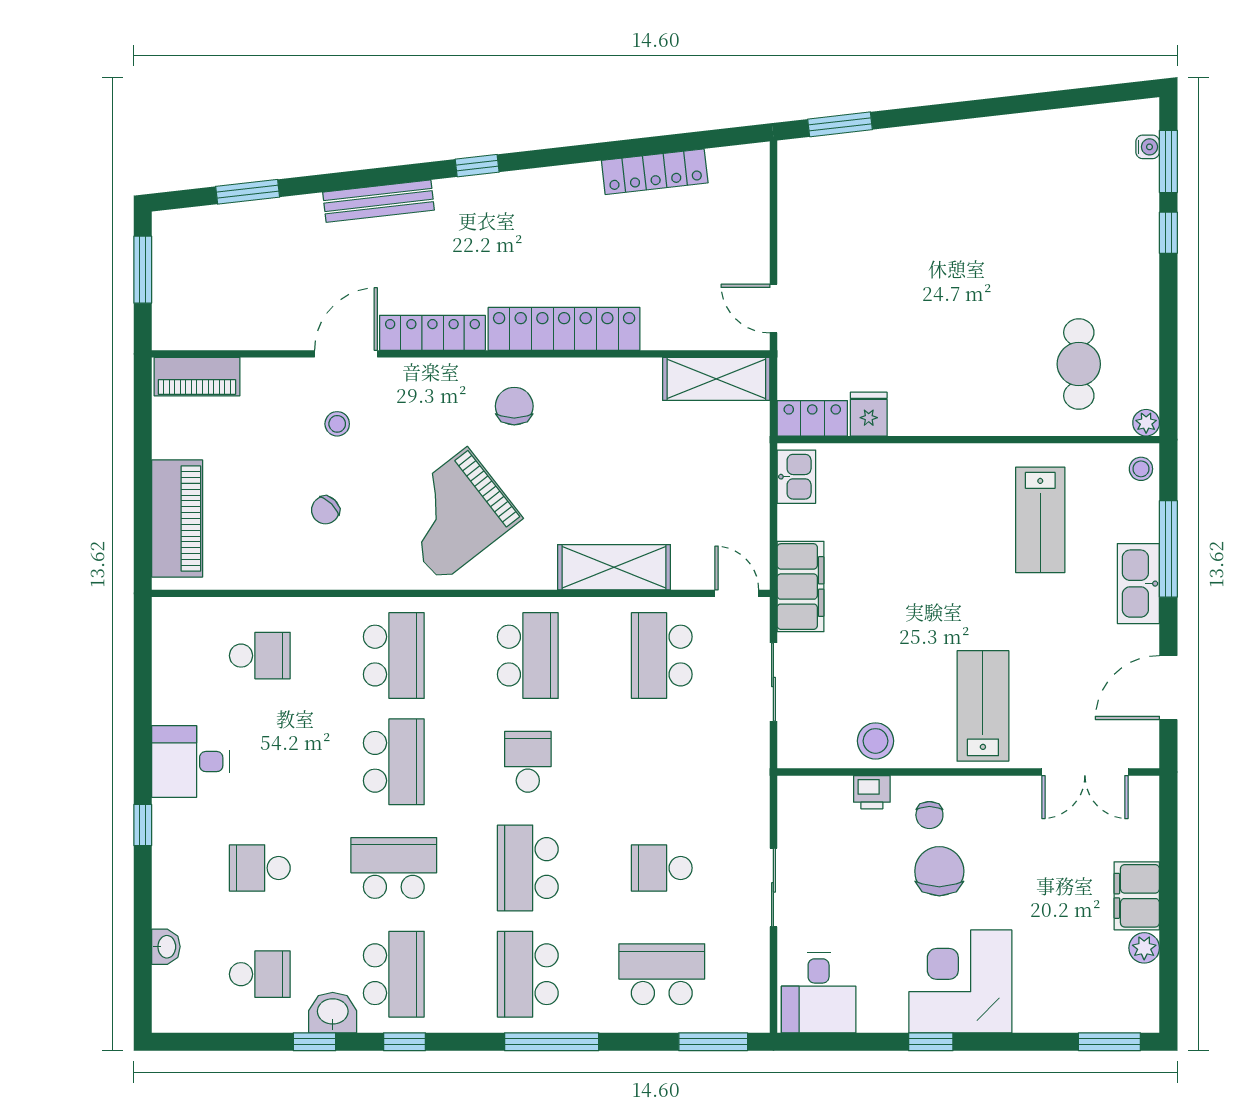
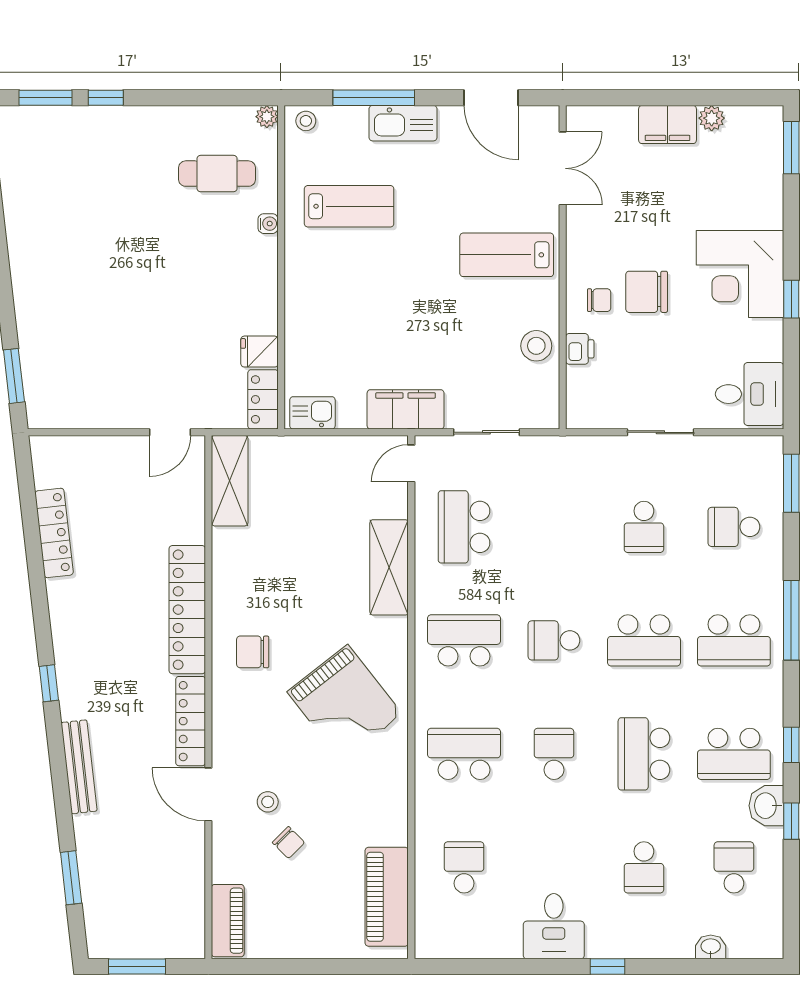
water cooler: (1148, 147) -> (268, 224), moved, turned 90
chair: (325, 510) -> (289, 843), moved
piano: (177, 518) -> (387, 897), moved, turned -90
school desk: (662, 656) -> (464, 527), turned 90
school desk: (394, 762) -> (554, 754), width x0.54
school desk: (394, 974) -> (734, 754), turned 180
school desk: (662, 974) -> (734, 527), width x0.54

